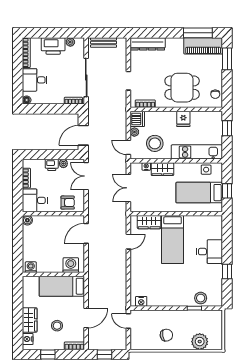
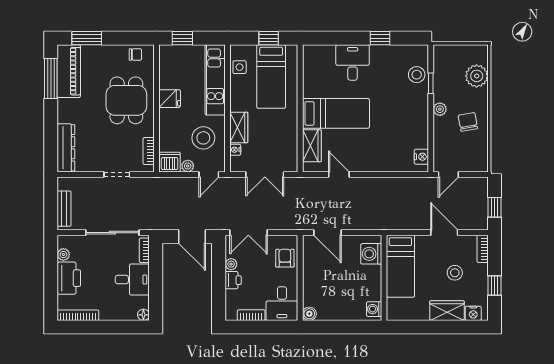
desk: (35, 80) -> (132, 280), moved, turned -90
plant: (176, 315) -> (440, 109), added

